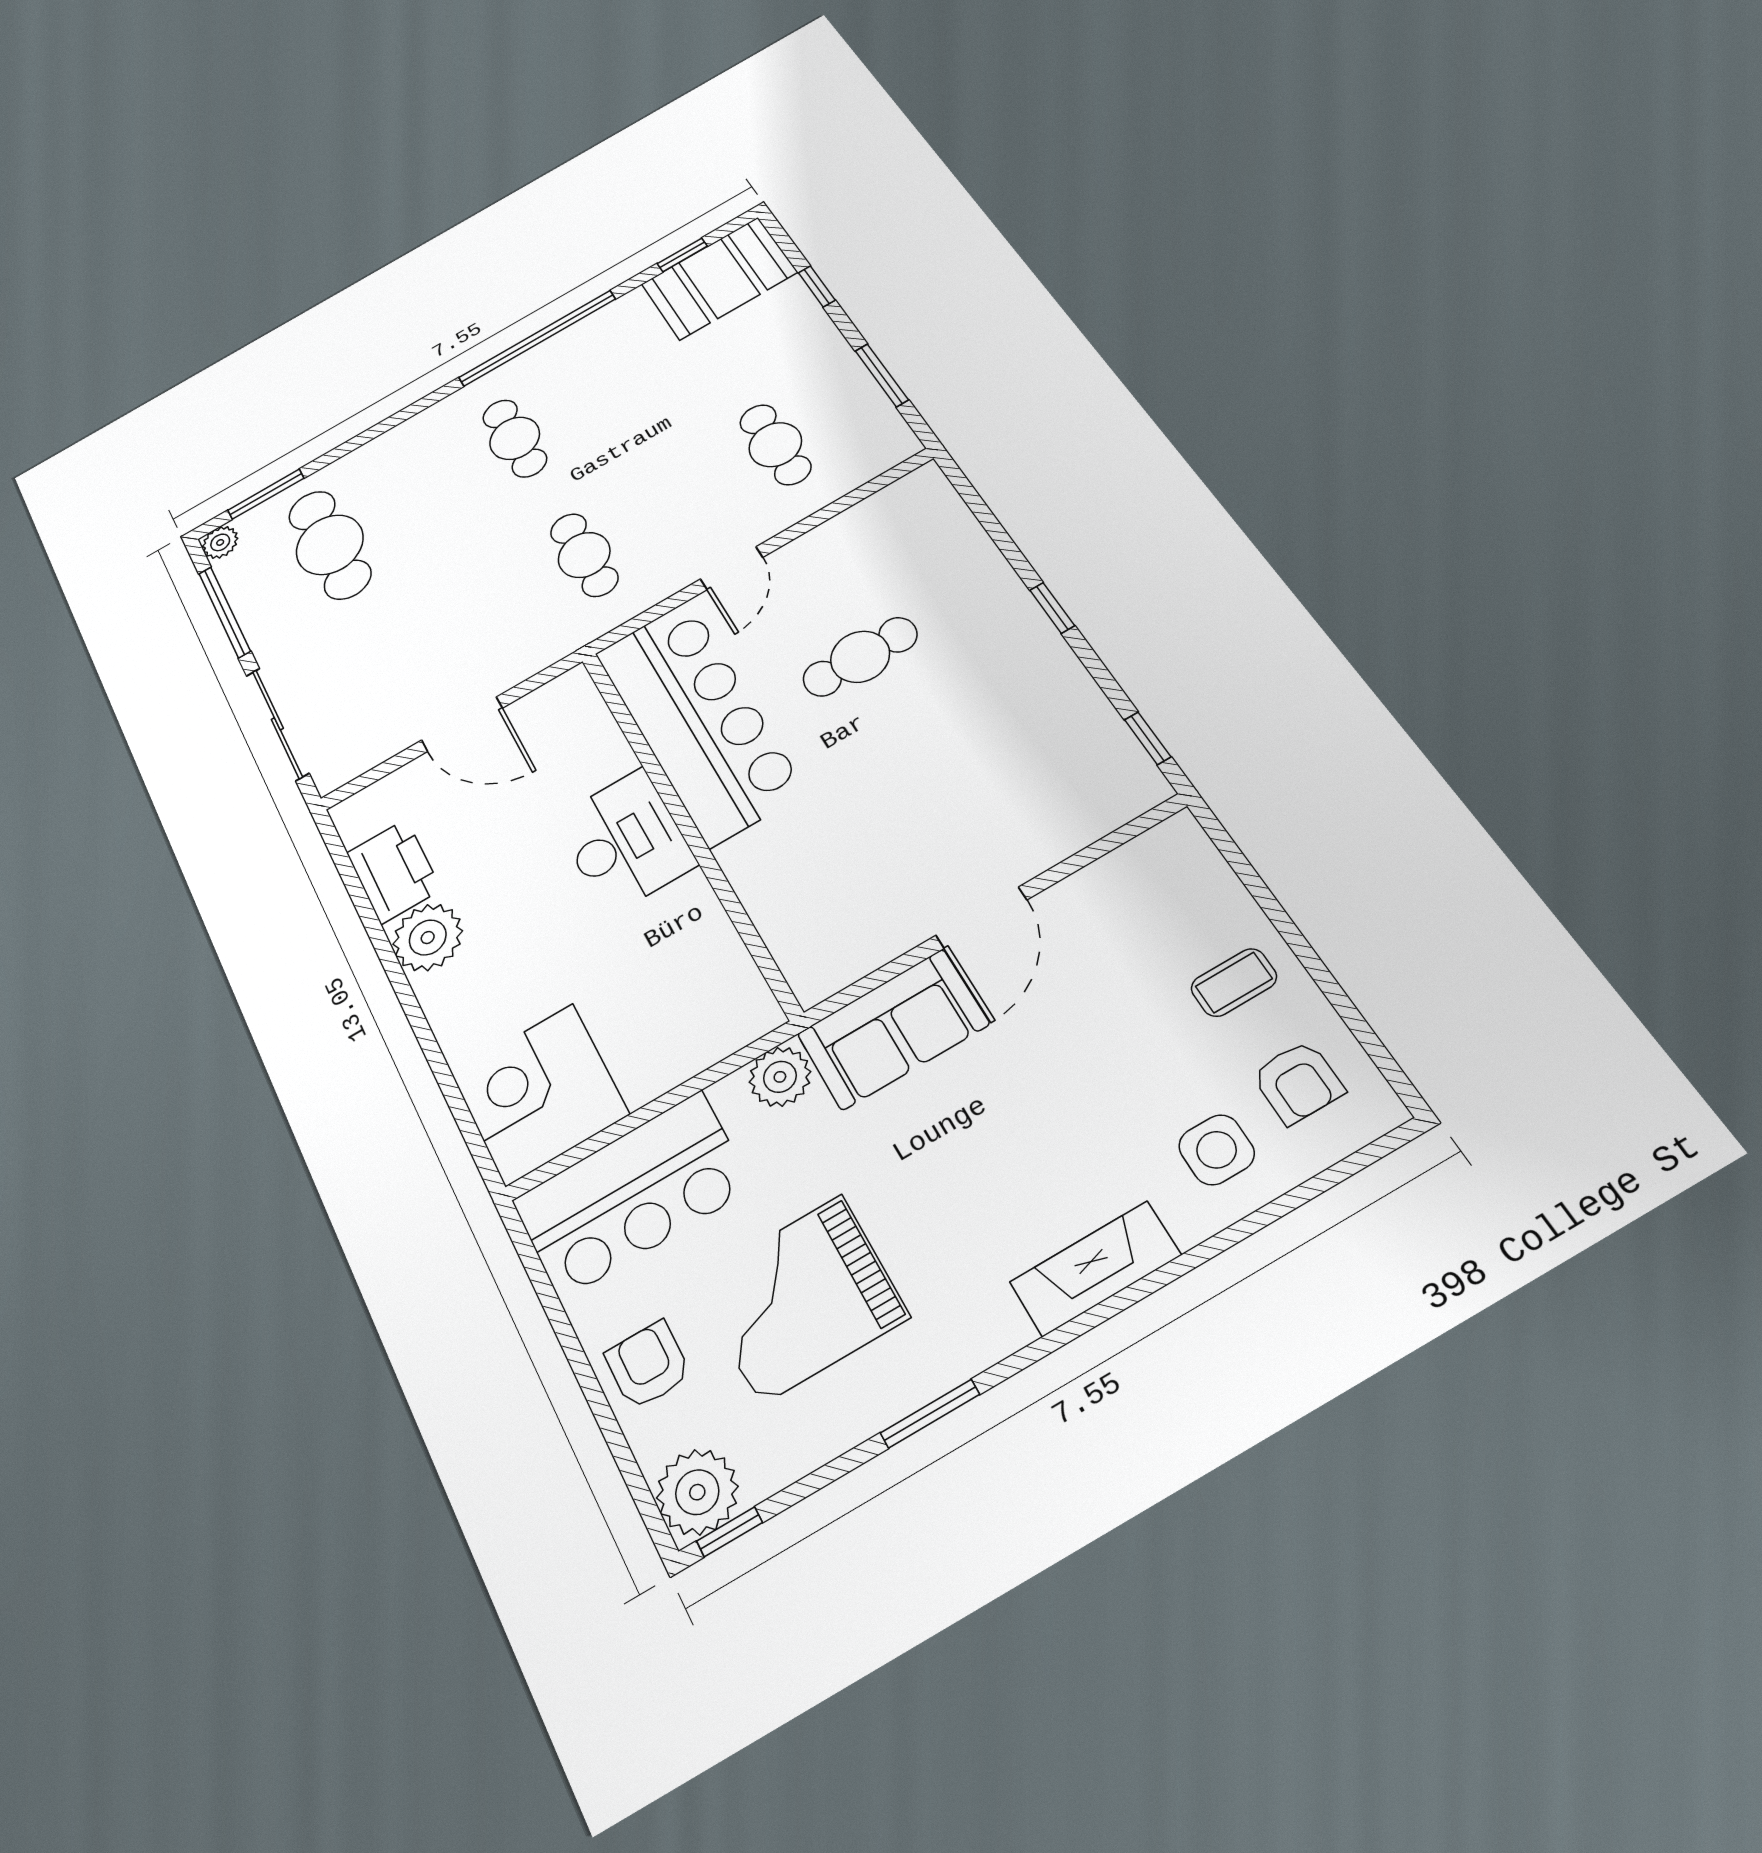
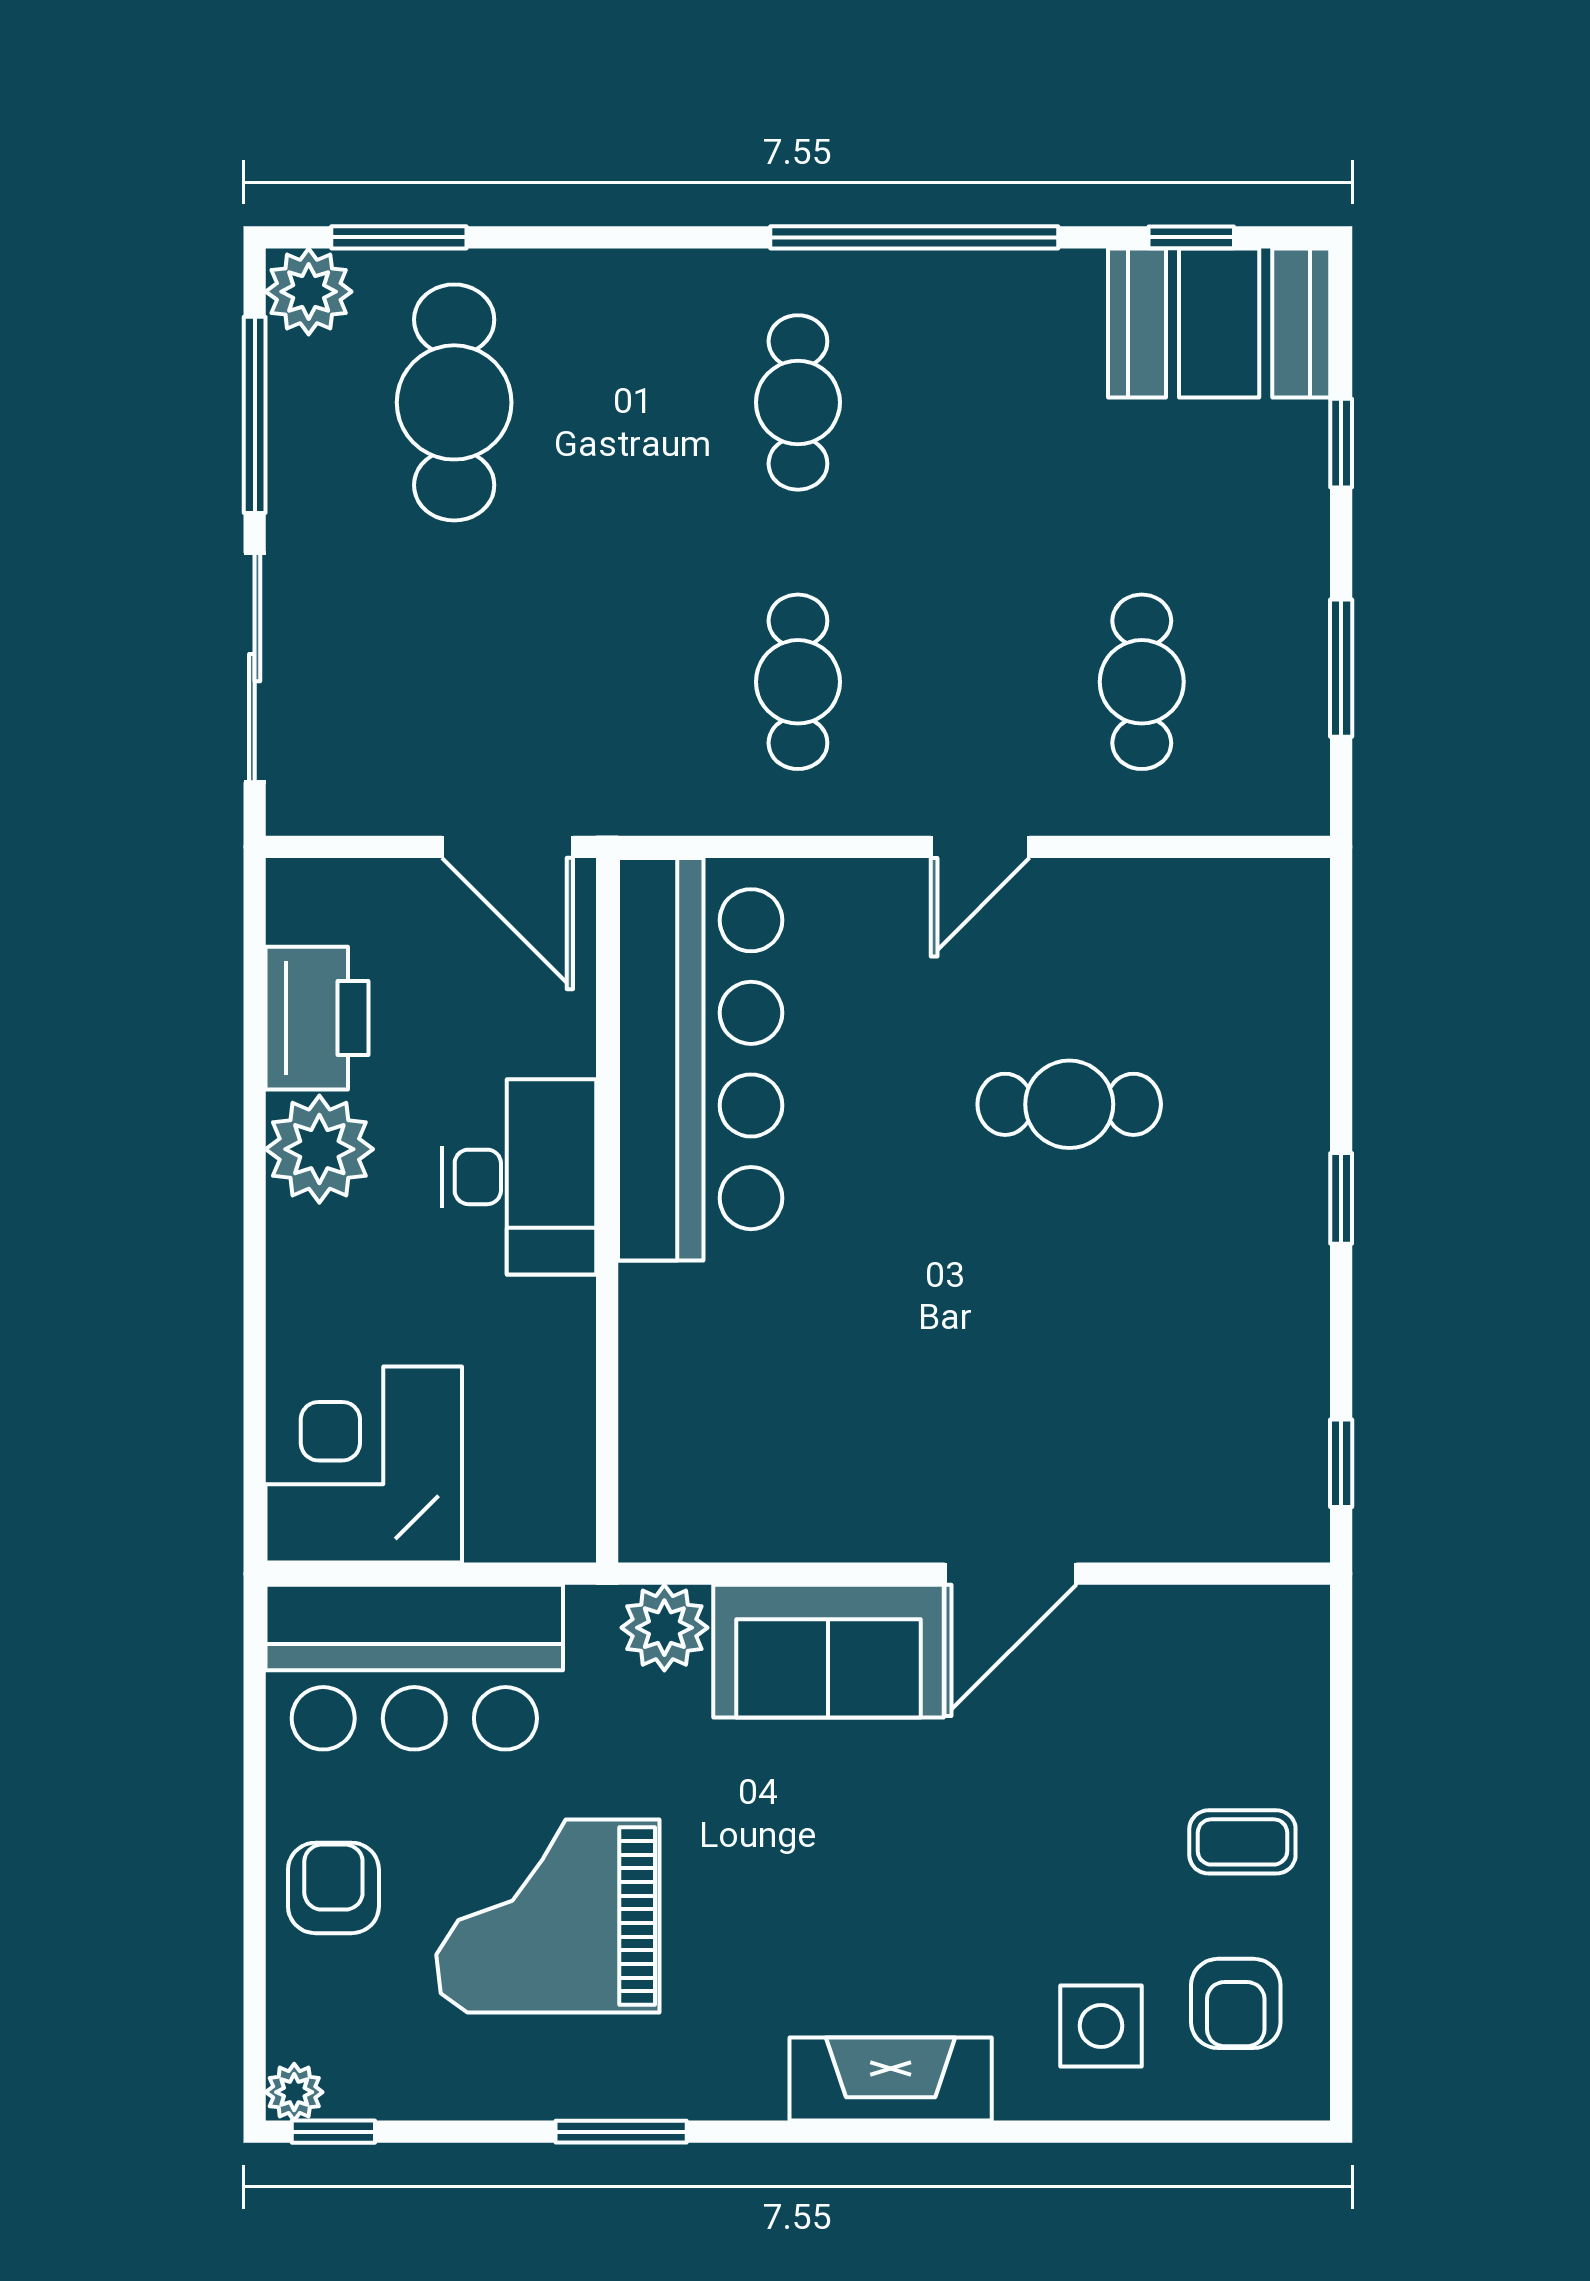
plant: (220, 542) -> (309, 292), width x1.38, depth x1.38
bar counter: (699, 721) -> (700, 1059), moved
wall: (687, 828) -> (607, 1210), moved
desk: (625, 842) -> (519, 1177), moved
plant: (697, 1492) -> (294, 2092), width x0.53, depth x0.53

